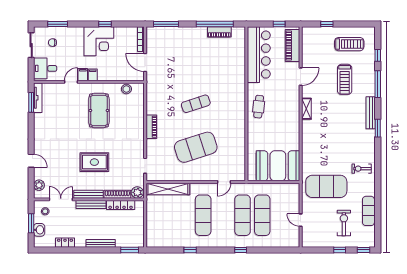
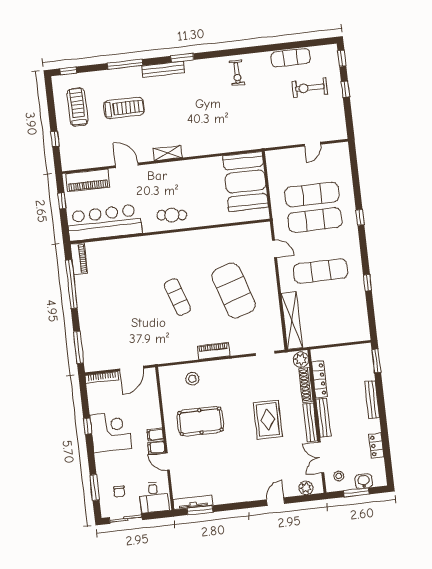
piano: (219, 32) -> (79, 259), moved
window: (378, 55) -> (68, 71), moved
stool: (126, 89) -> (192, 379), moved
exercise mat: (326, 186) -> (265, 116), removed

